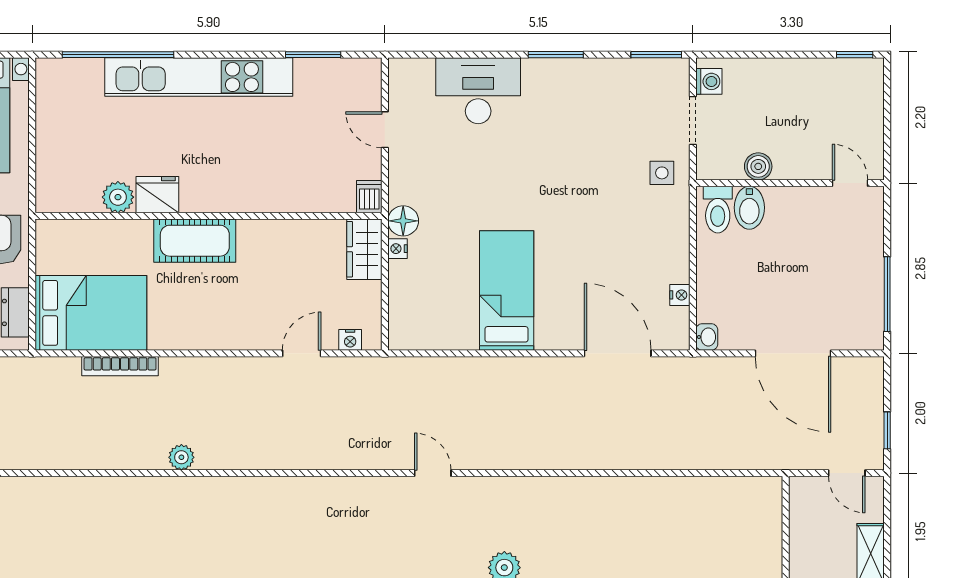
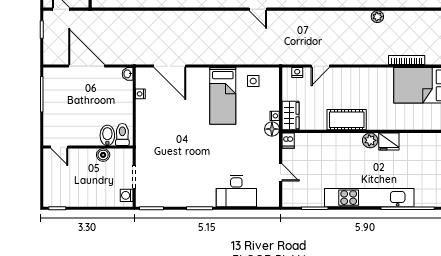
side table: (662, 173) -> (253, 81), moved
plant: (118, 197) -> (370, 140), moved
cot: (195, 241) -> (347, 120), moved

